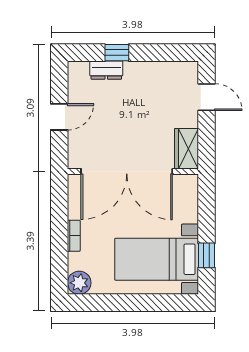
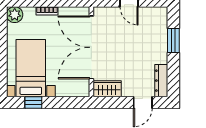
window: (117, 53) -> (173, 41), width x1.50
dresser: (106, 70) -> (161, 81), moved, width x1.44

